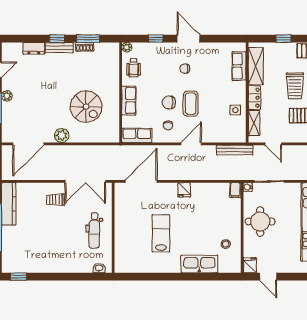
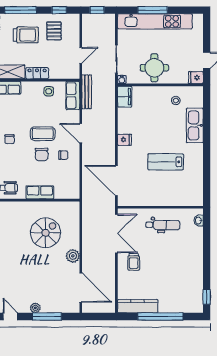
shelving: (254, 123) -> (61, 74), removed
row of seats: (137, 135) -> (73, 96), moved
filing cabinet: (235, 190) -> (125, 97), width x2.00

